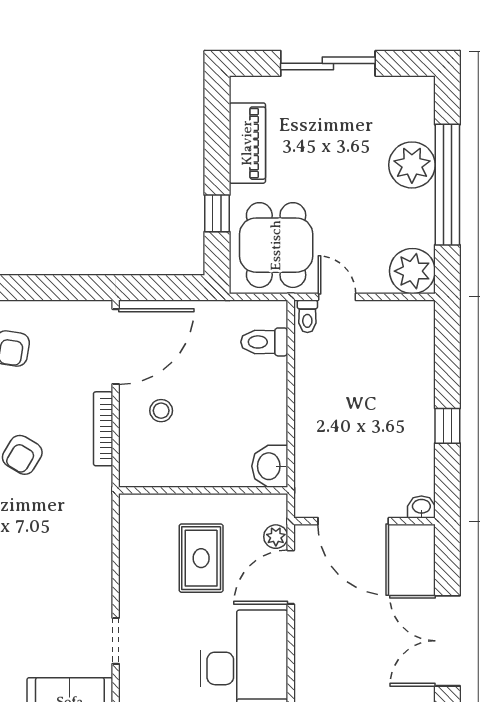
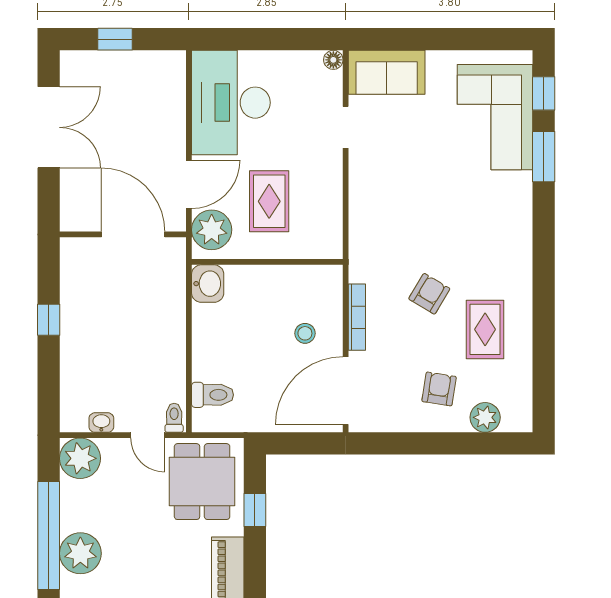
washbasin: (421, 507) -> (101, 423), moved, turned 180
plant: (276, 537) -> (212, 230), width x1.88, depth x1.88

